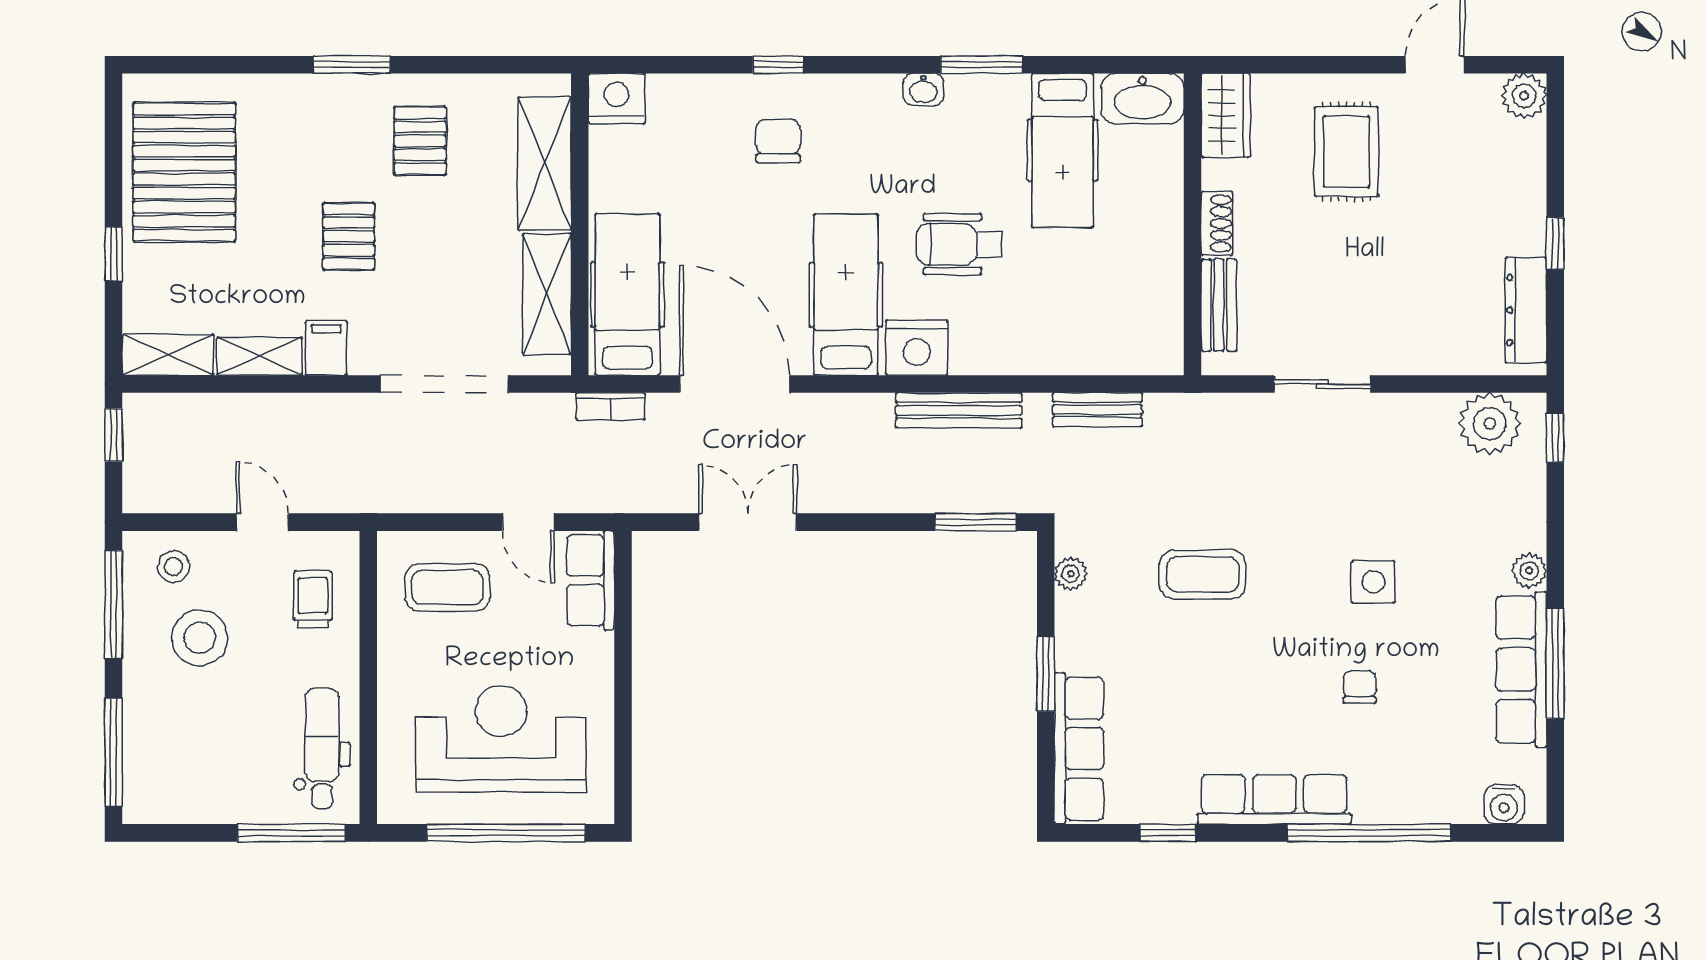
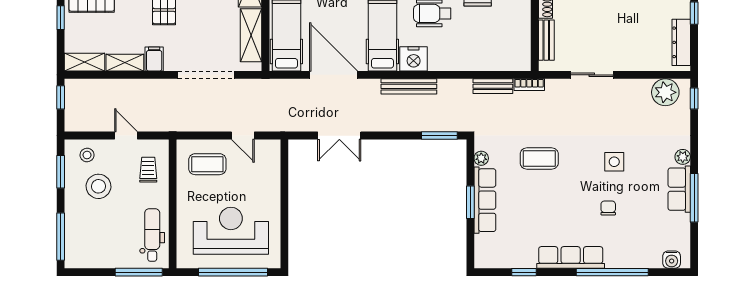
bookcase: (611, 406) -> (529, 85), moved
bench: (959, 410) -> (409, 86), moved
double door: (748, 522) -> (339, 136), swing flipped
row of seats: (591, 580) -> (270, 161), removed
window: (114, 604) -> (61, 172), width x0.69
row of seats: (1521, 669) -> (679, 189), width x0.68
row of seats: (1079, 749) -> (485, 200), moved

